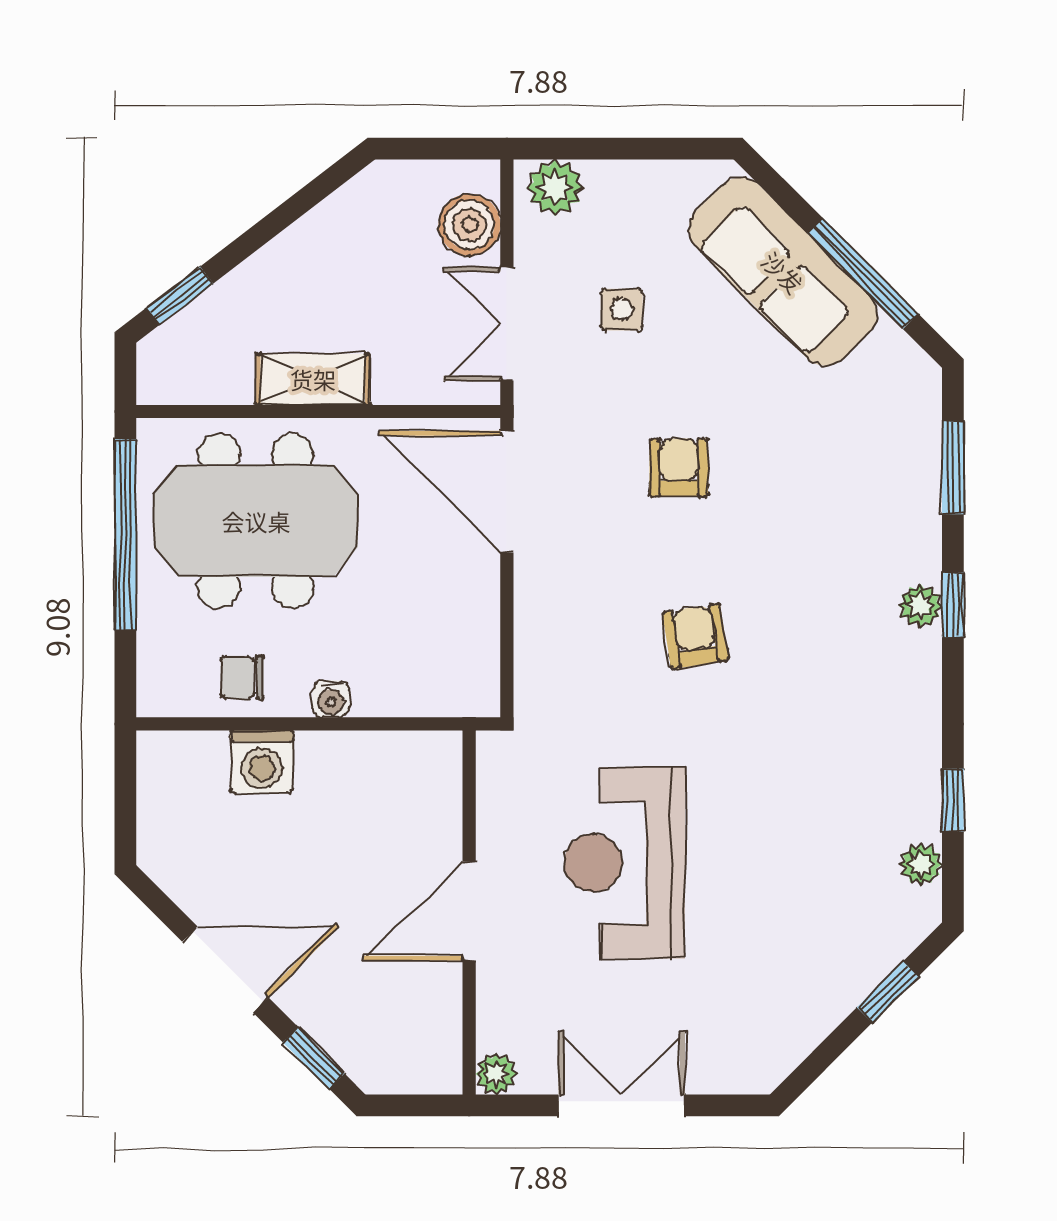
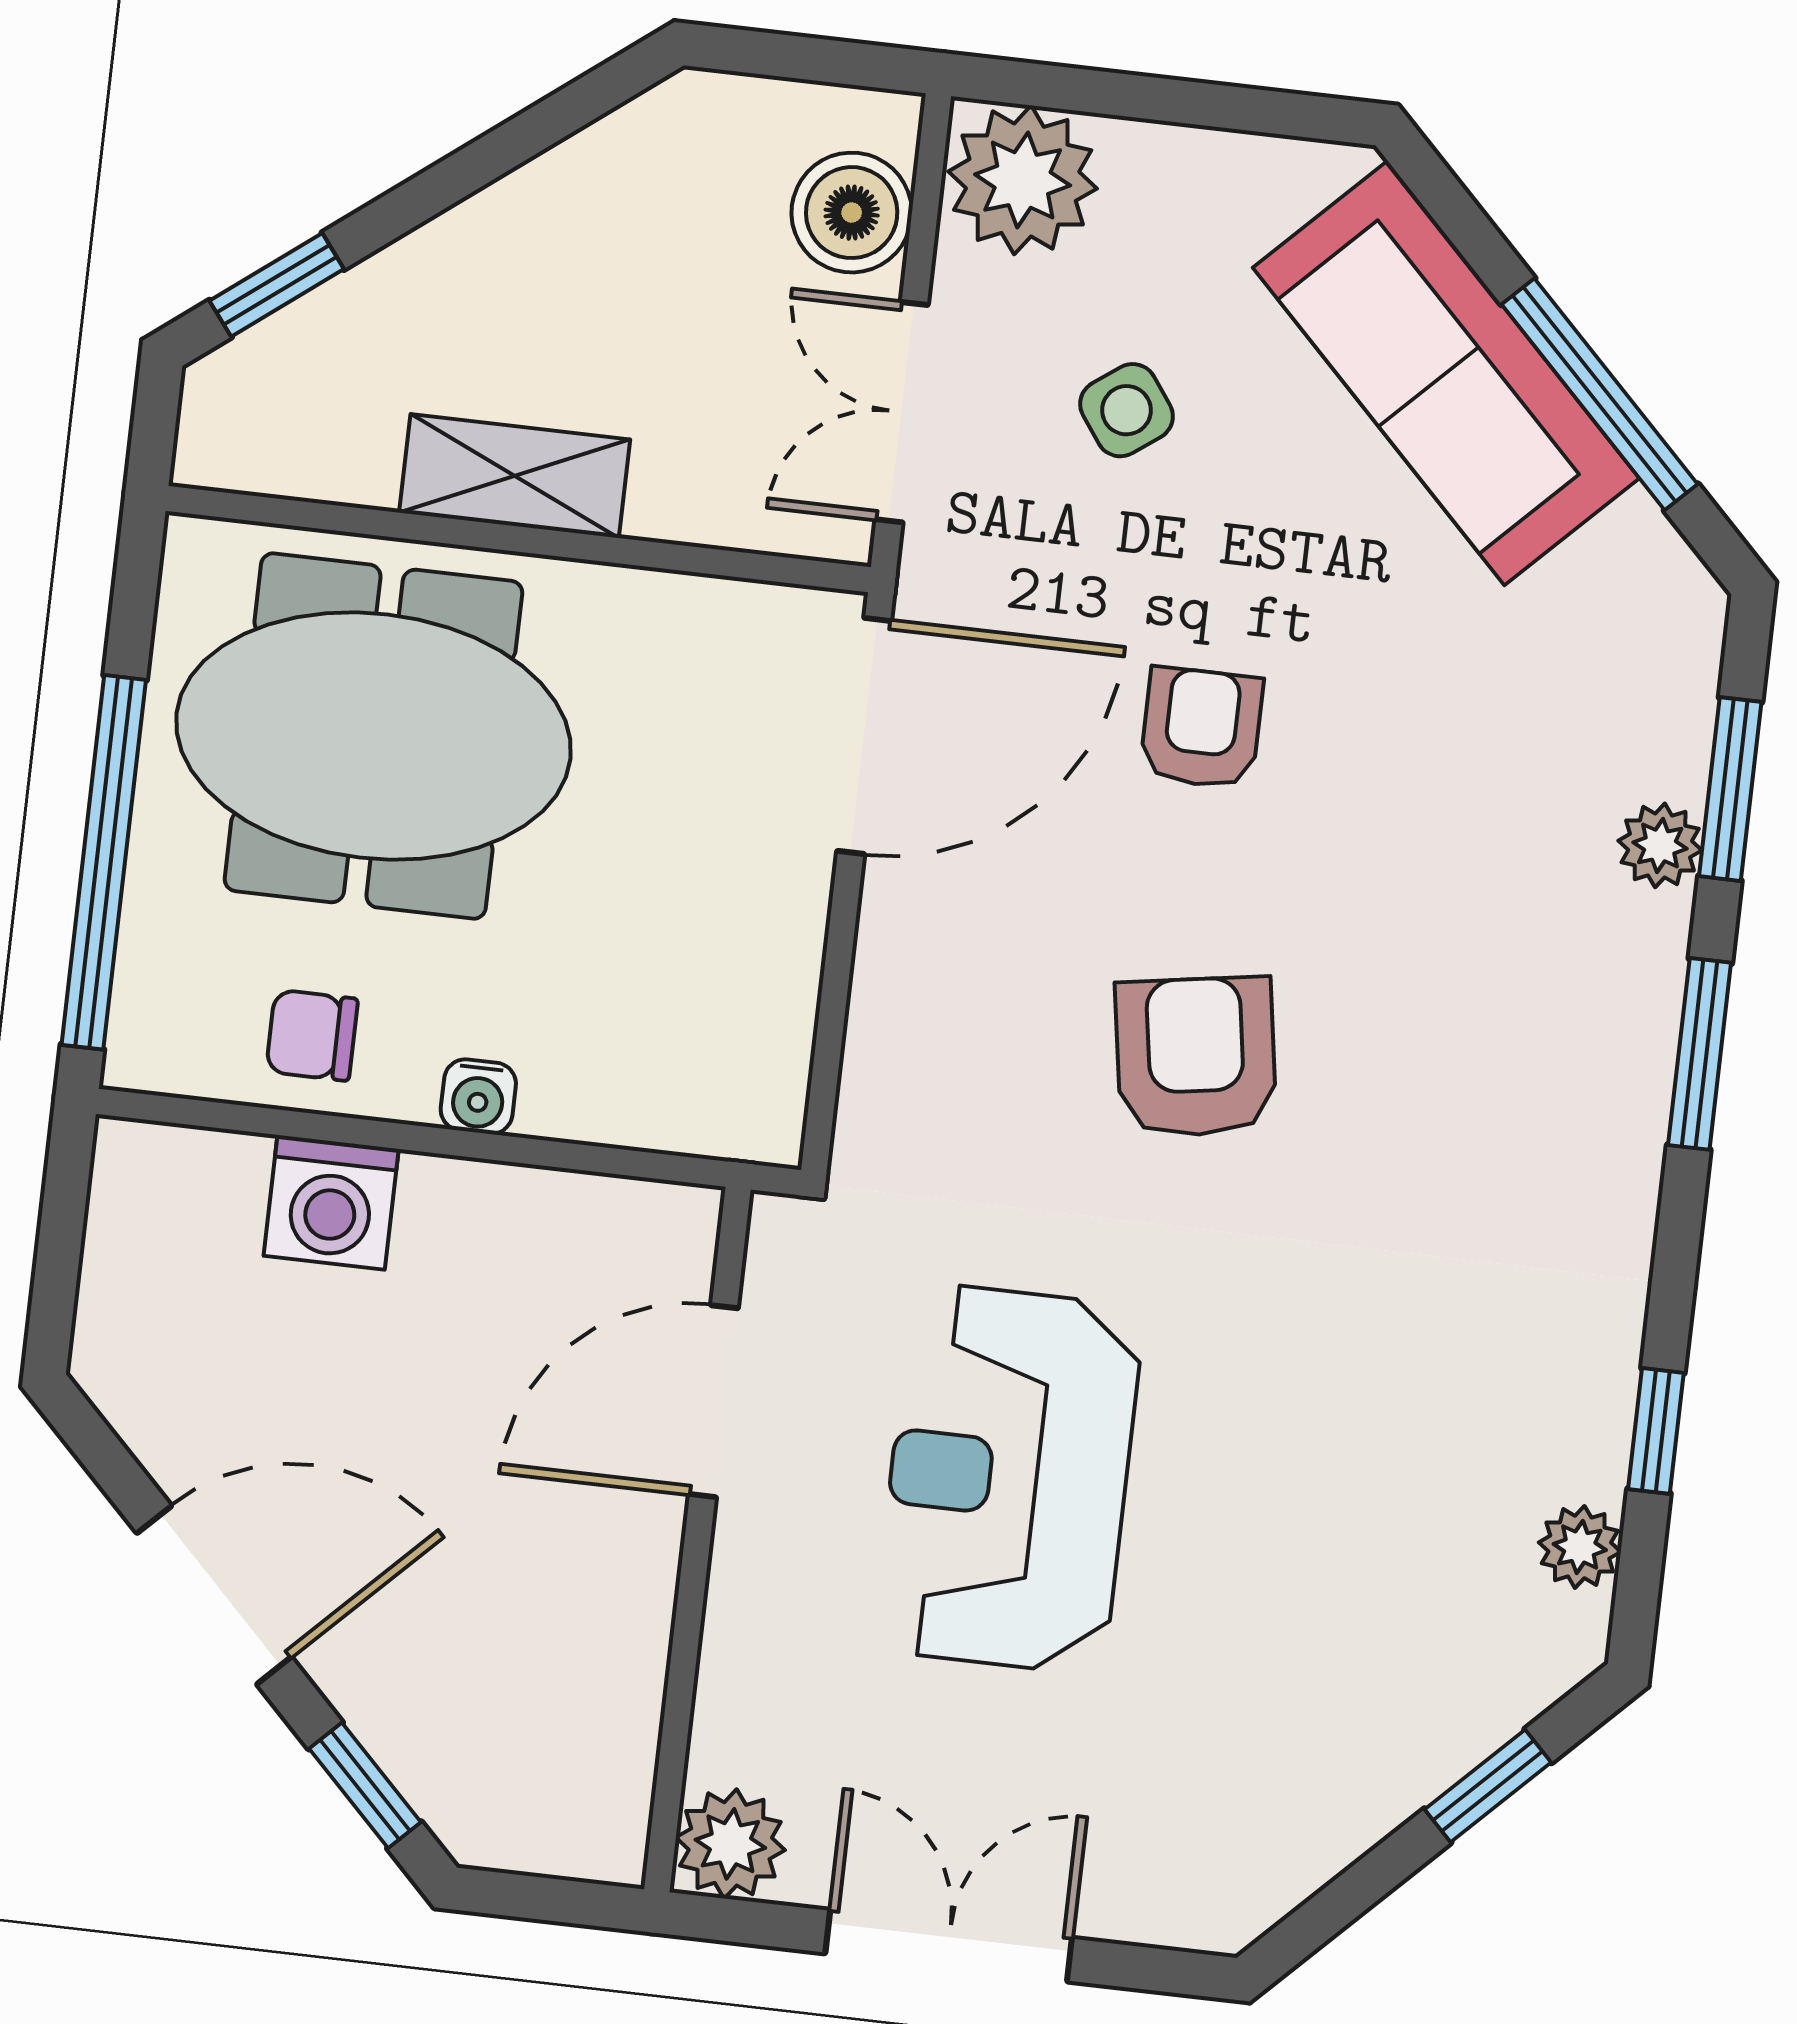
plant: (555, 188) -> (1023, 180), width x1.36, depth x1.36
side table: (622, 310) -> (1126, 410), turned -36
door: (507, 492) -> (864, 736), swing flipped
window: (125, 535) -> (104, 862), moved
window: (953, 605) -> (1700, 1054), width x1.50
plant: (920, 606) -> (1660, 845), moved
armchair: (695, 636) -> (1196, 1057), width x1.38, depth x1.38
door: (469, 911) -> (713, 1401), moved
plant: (496, 1074) -> (730, 1844), width x1.38, depth x1.38

